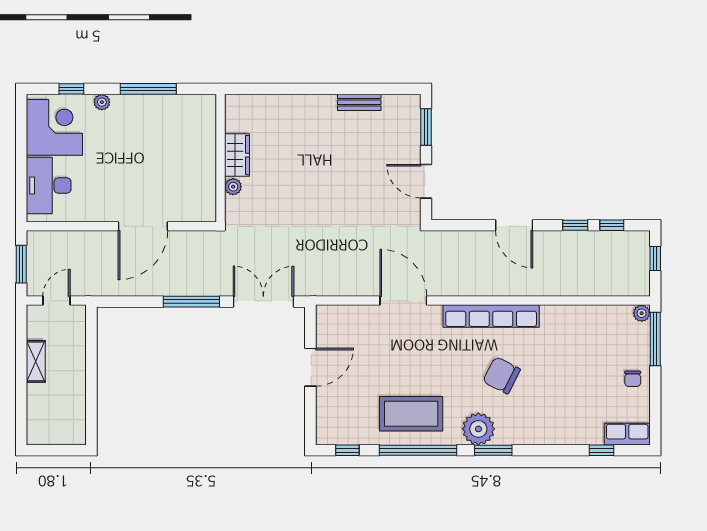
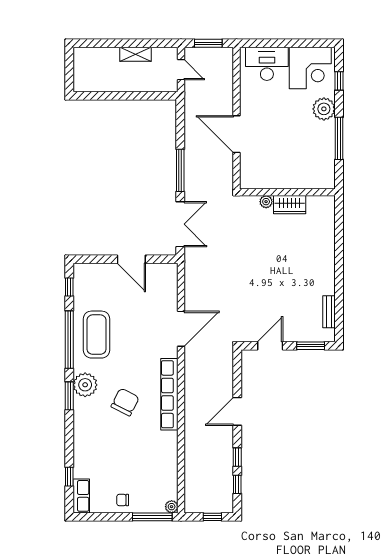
plant: (102, 102) -> (324, 109), width x1.88, depth x1.88
bench: (359, 102) -> (329, 312), moved

